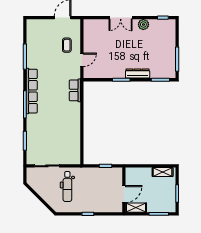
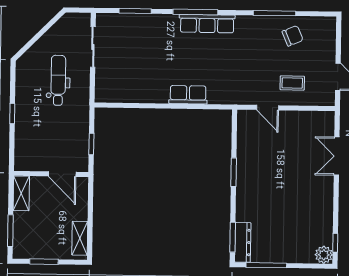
double door: (121, 18) -> (337, 156), moved
plant: (143, 24) -> (324, 255), moved
chair: (38, 45) -> (293, 36), added
dresser: (138, 74) -> (243, 242), moved
row of seats: (75, 90) -> (188, 95), moved
row of seats: (32, 91) -> (207, 24), width x0.73
dental chair: (67, 187) -> (58, 80), turned 90
door: (124, 194) -> (62, 174), moved

